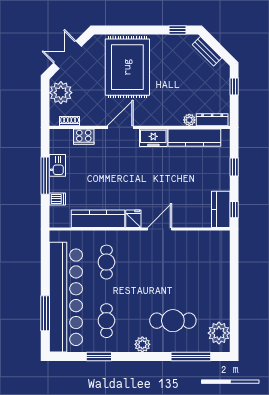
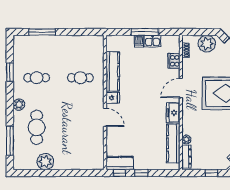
door: (120, 127) -> (181, 88), swing flipped
window: (234, 167) -> (141, 173), moved
dishwasher: (57, 199) -> (139, 41), moved
bar counter: (66, 297) -> (54, 47), removed
plant: (219, 333) -> (45, 162), moved

